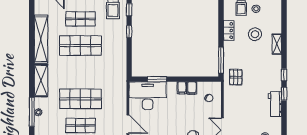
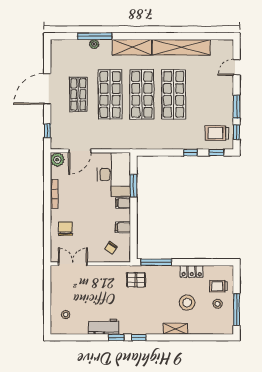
shop shelf: (80, 19) -> (142, 94), moved, width x1.43, depth x1.36
filing cabinet: (182, 88) -> (123, 203), moved

